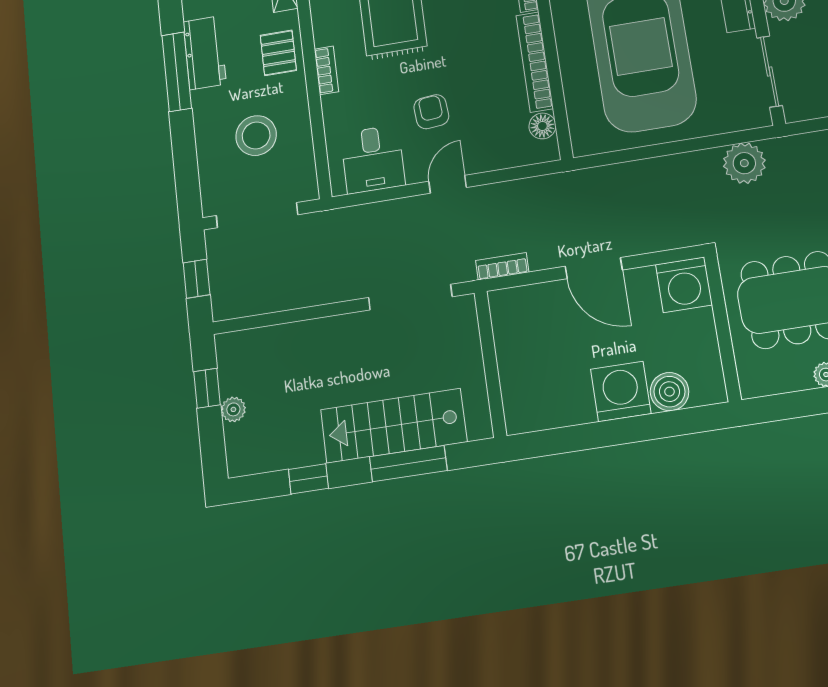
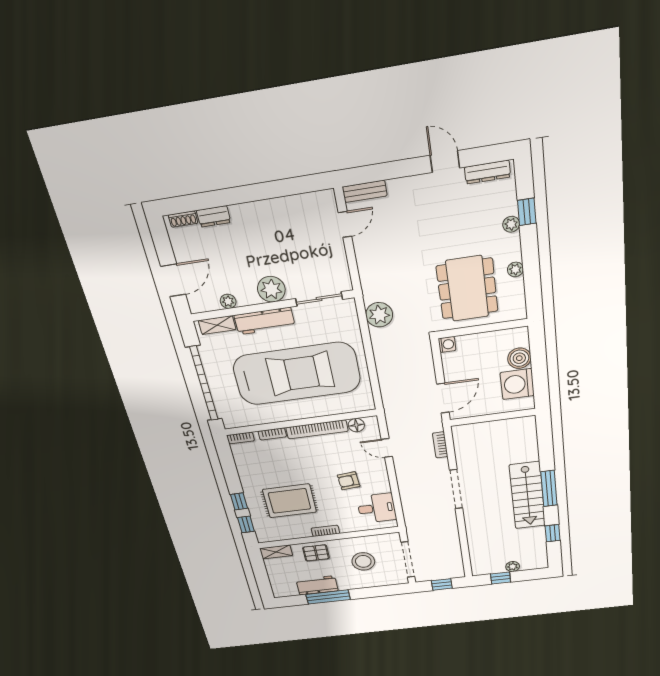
door: (448, 184) -> (387, 448), moved
washing machine: (684, 285) -> (447, 344), width x0.53, depth x0.53
wall: (490, 364) -> (493, 417), moved

